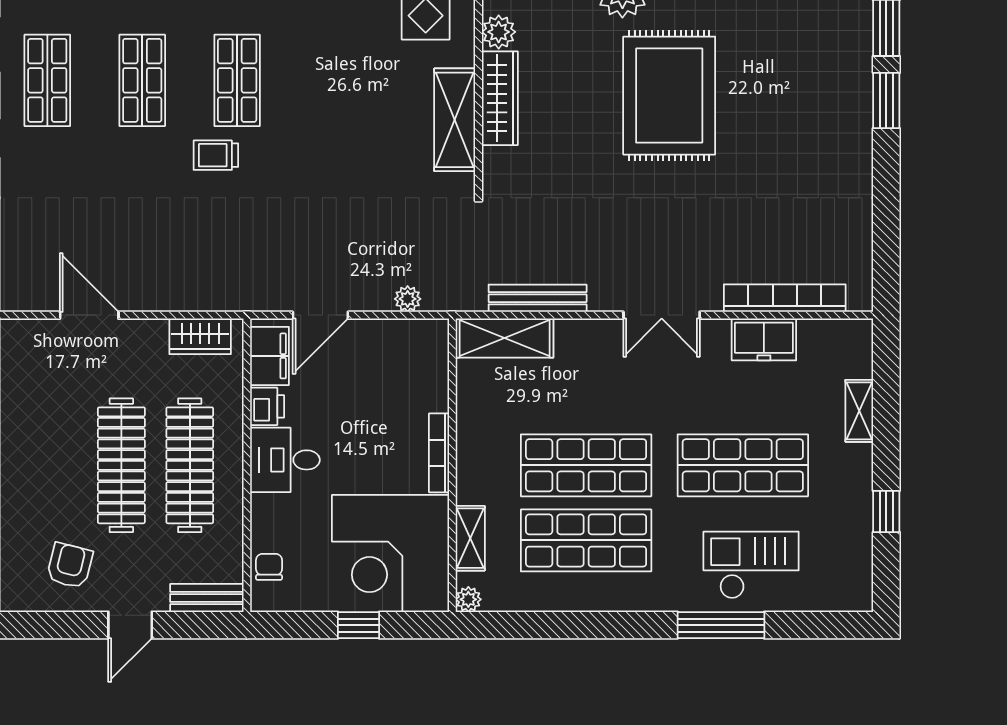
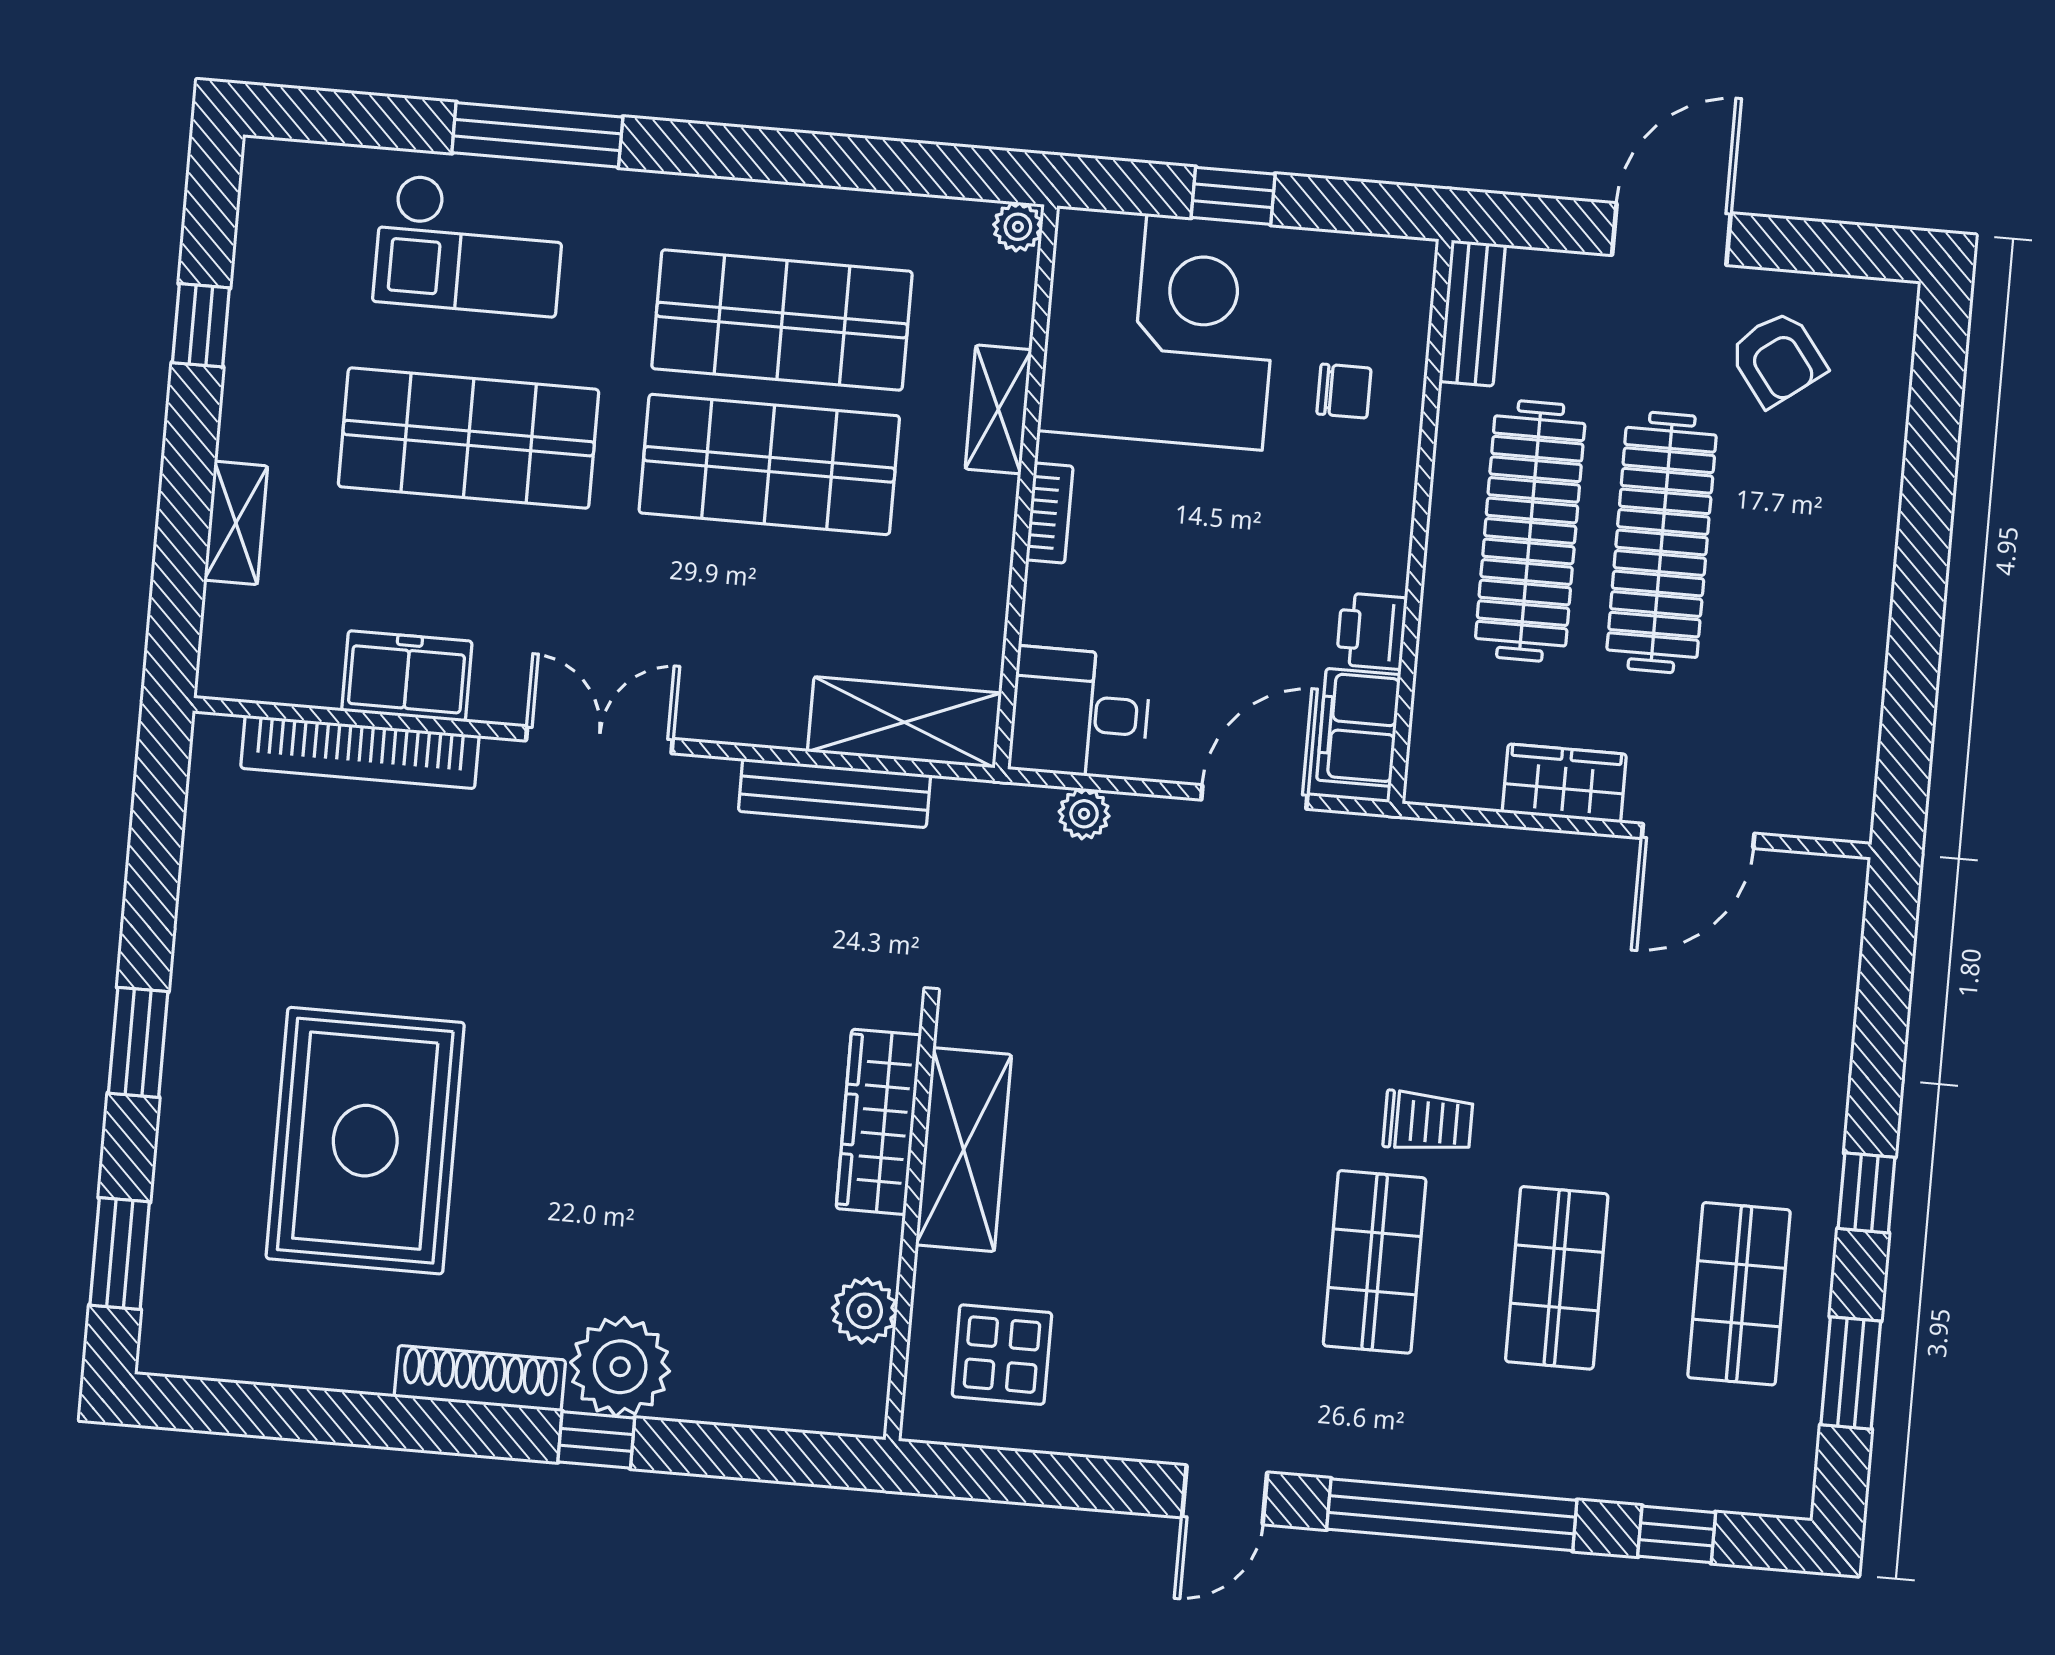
rug: (669, 96) -> (365, 1141), moved
wardrobe: (500, 98) -> (879, 1122), moved
window: (886, 100) -> (138, 1042), moved
door: (89, 315) -> (1698, 836), hinge flipped
wardrobe: (200, 336) -> (1564, 783), moved
bookcase: (439, 453) -> (1050, 513), width x0.64
desk: (285, 460) -> (1080, 713), moved, turned 180
shelving: (470, 538) -> (998, 409), moved
armchair: (70, 566) -> (1778, 359), turned -51
chair: (269, 567) -> (1344, 391), moved, turned -90
bench: (207, 598) -> (1472, 313), moved, turned 90
door: (130, 625) -> (1671, 234), width x1.38

